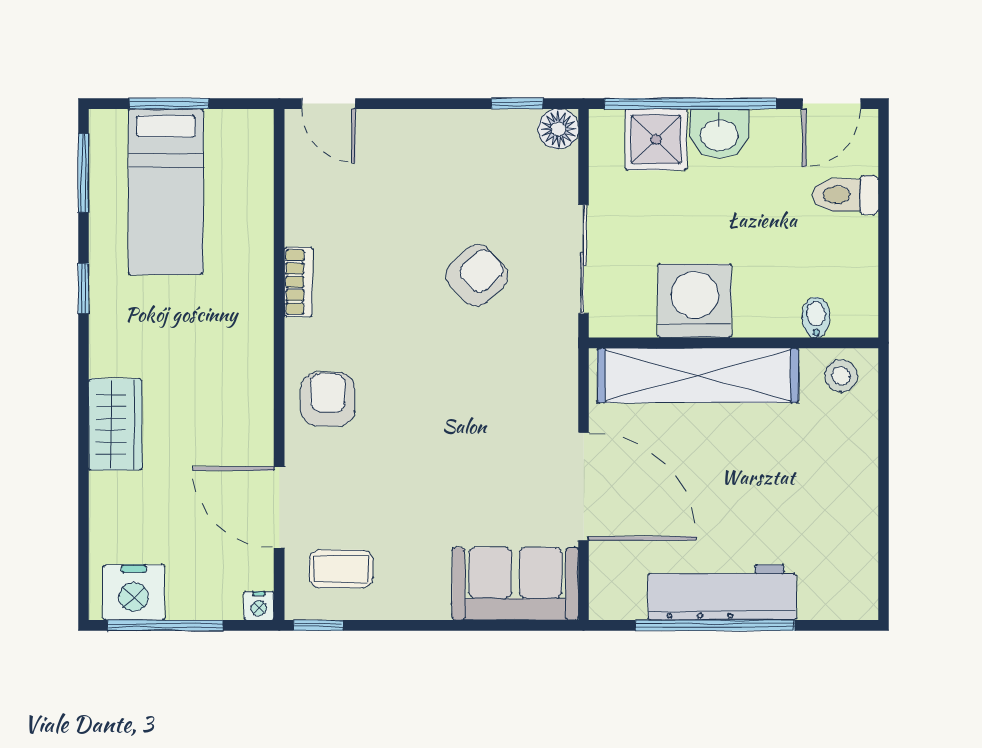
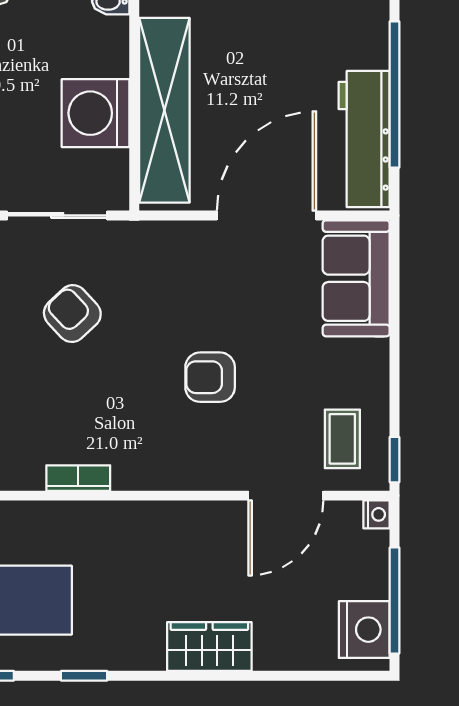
armchair: (328, 399) -> (210, 377), moved
workbench: (722, 592) -> (364, 139), moved

